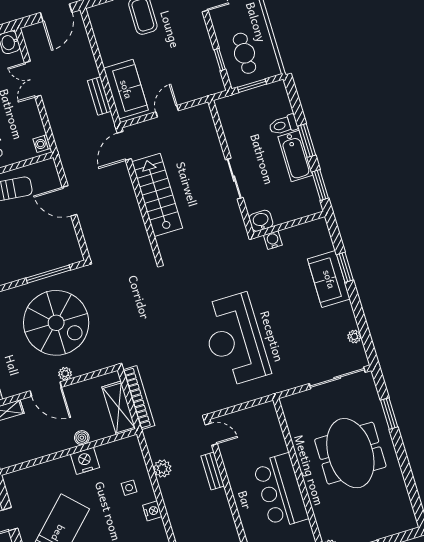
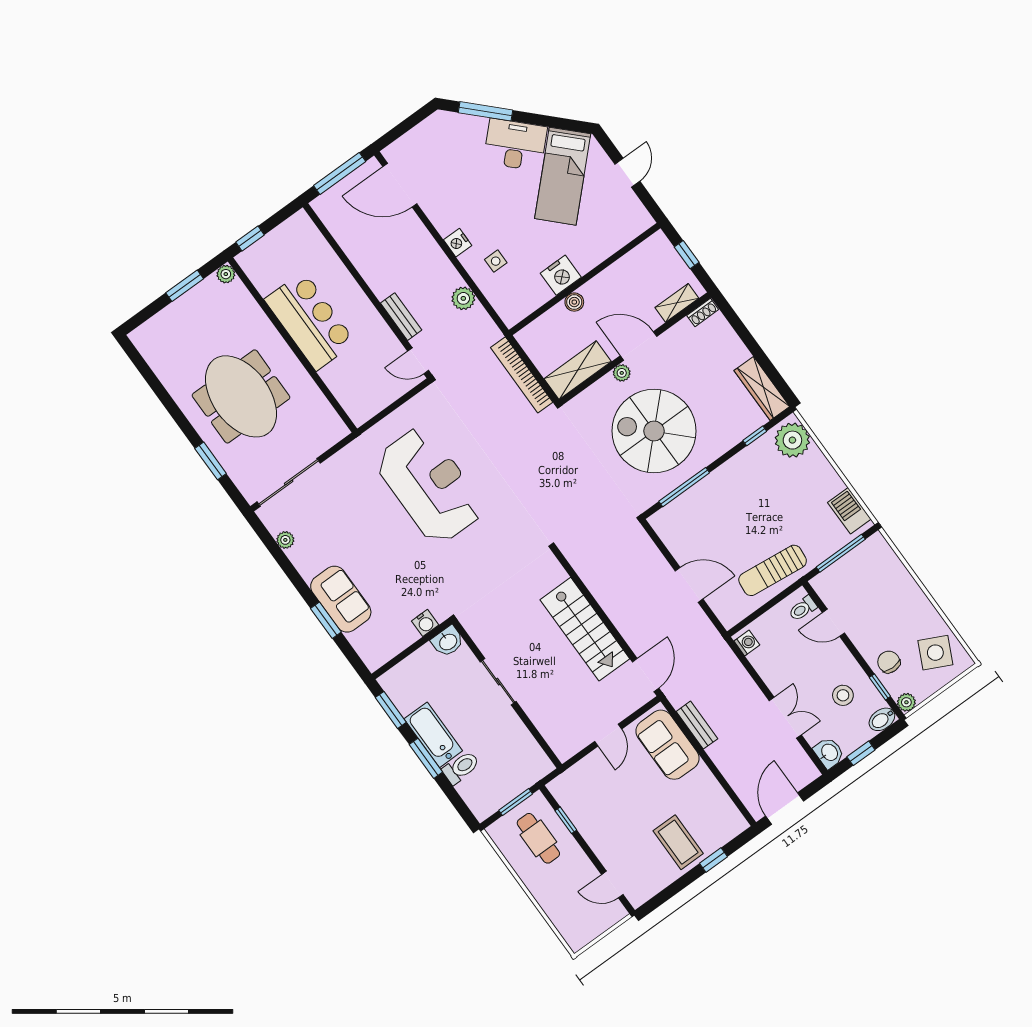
shelving: (119, 408) -> (578, 370), moved, turned 90

